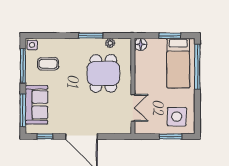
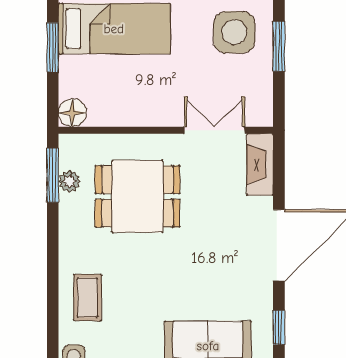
window: (91, 36) -> (53, 175), moved
coffee table: (48, 64) -> (87, 297), moved
fireplace: (118, 128) -> (260, 164), added

